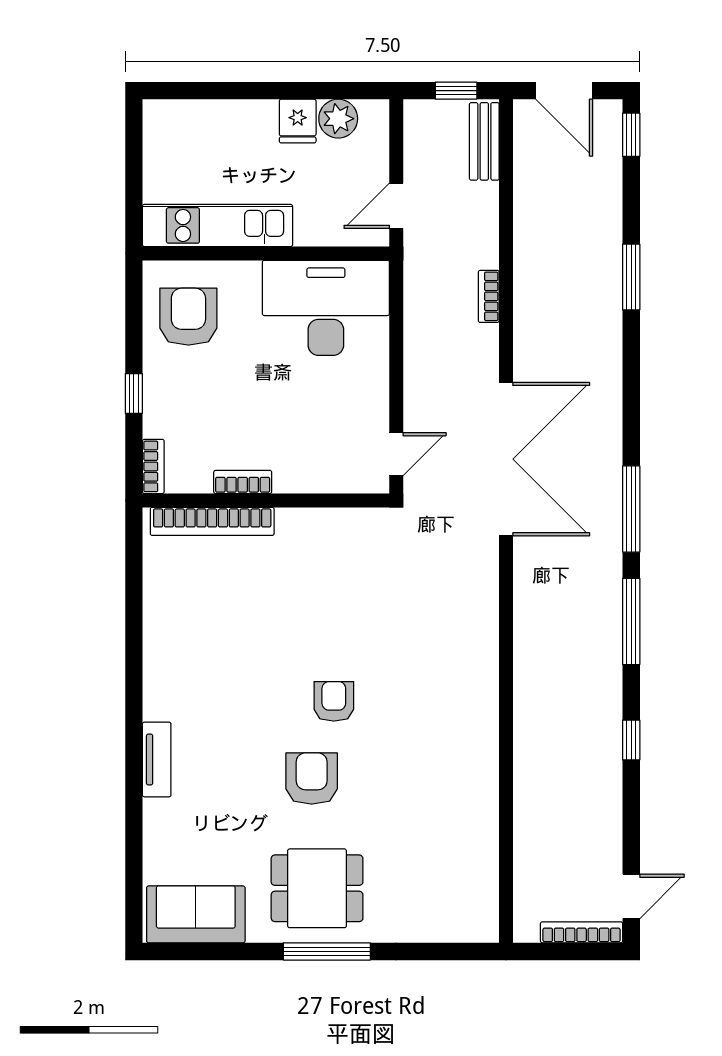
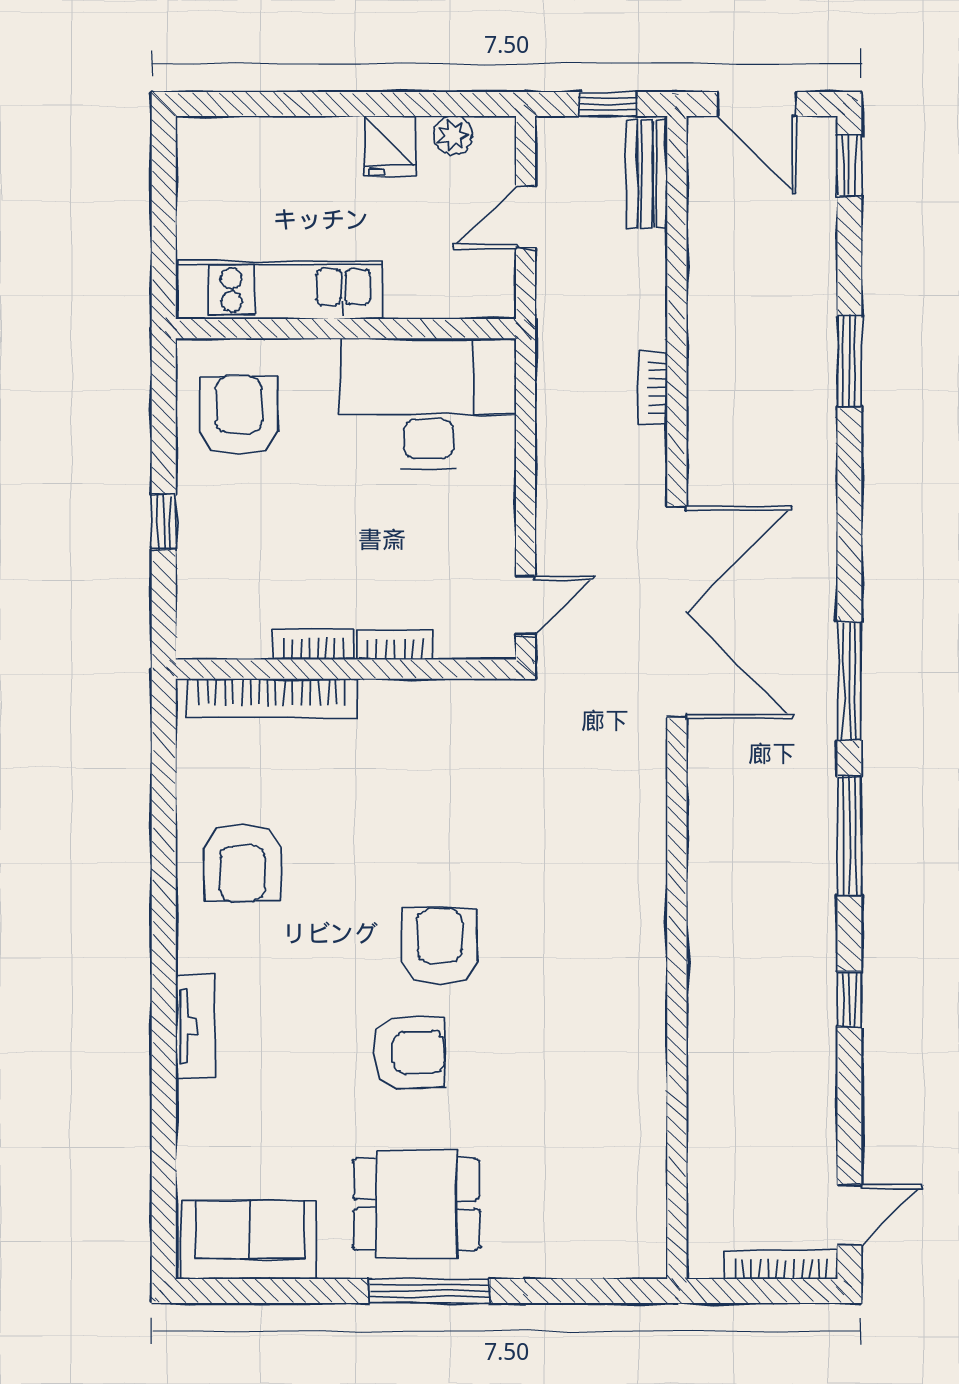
plant: (338, 119) -> (453, 135), width x0.73, depth x0.73
door: (396, 206) -> (526, 217), moved
bookcase: (153, 466) -> (395, 645), moved, turned -90
armchair: (191, 641) -> (242, 862), added
armchair: (334, 701) -> (439, 946), width x1.38, depth x1.38
armchair: (312, 779) -> (409, 1053), turned 88

